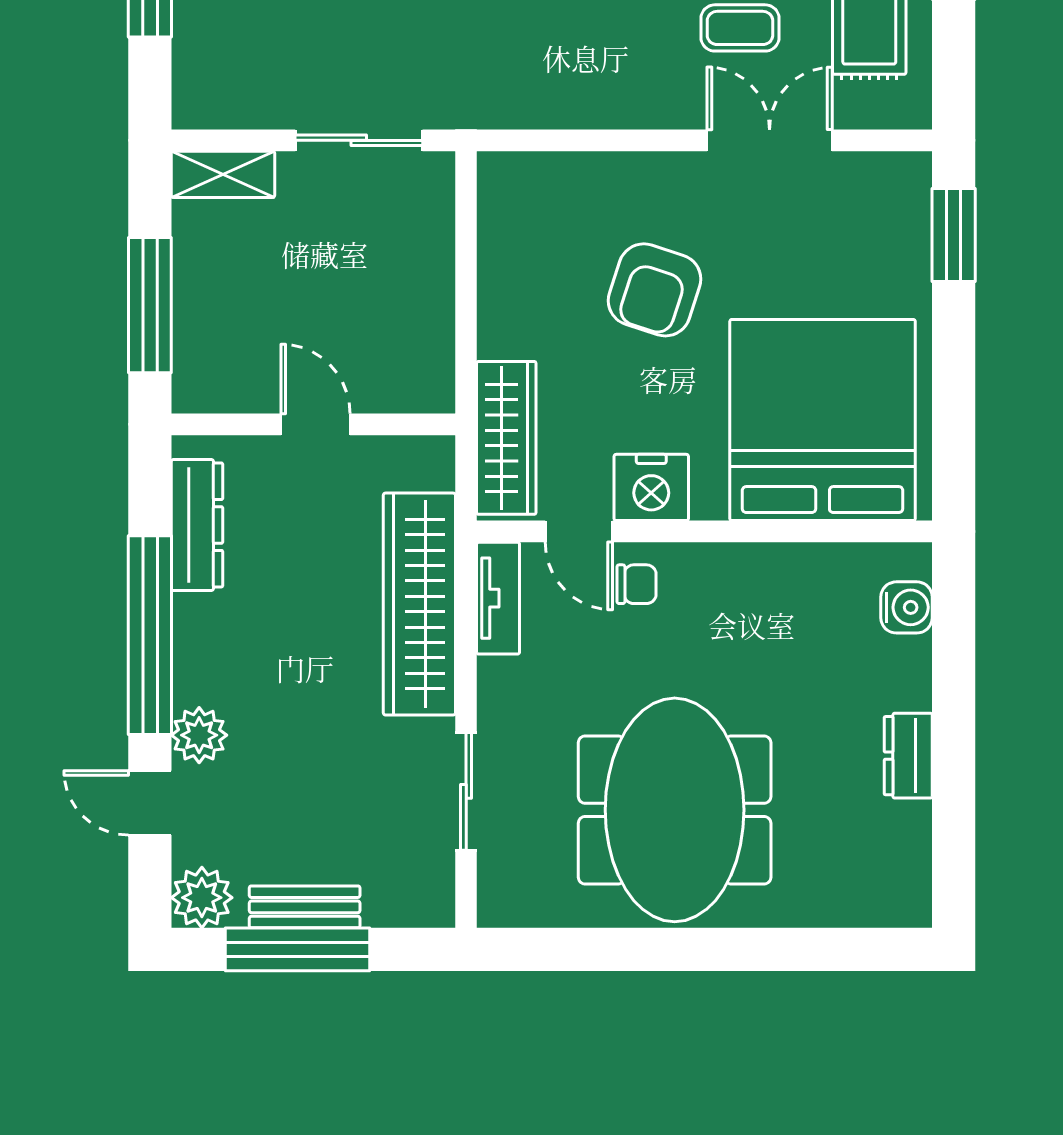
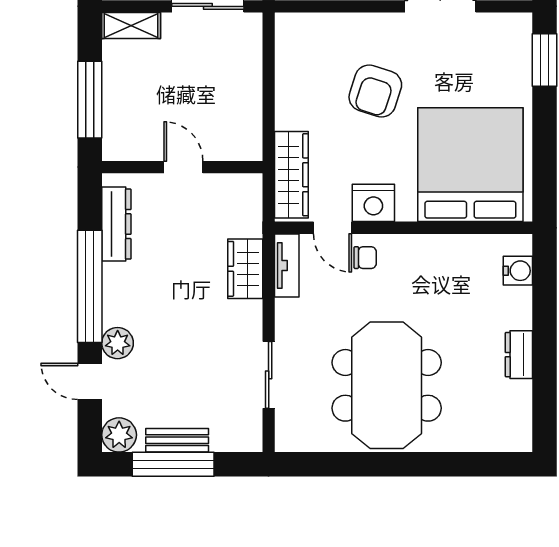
wardrobe: (419, 604) -> (245, 269), width x0.48, depth x0.85

